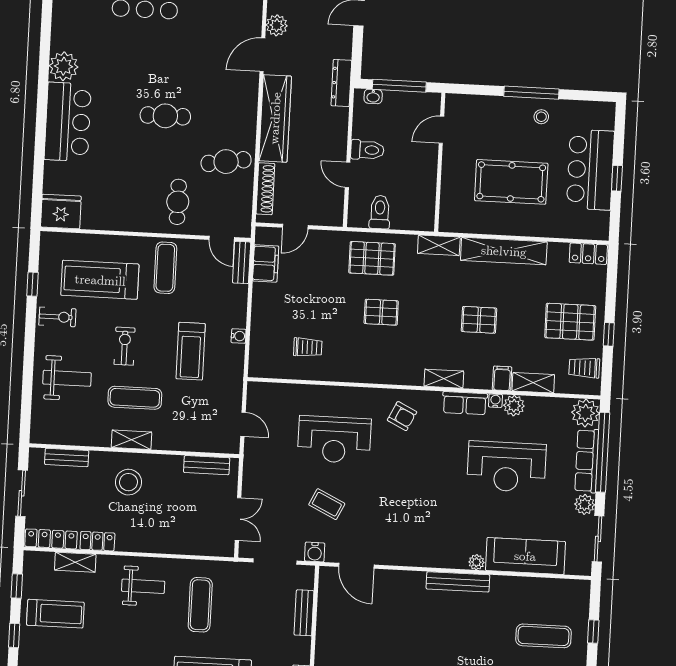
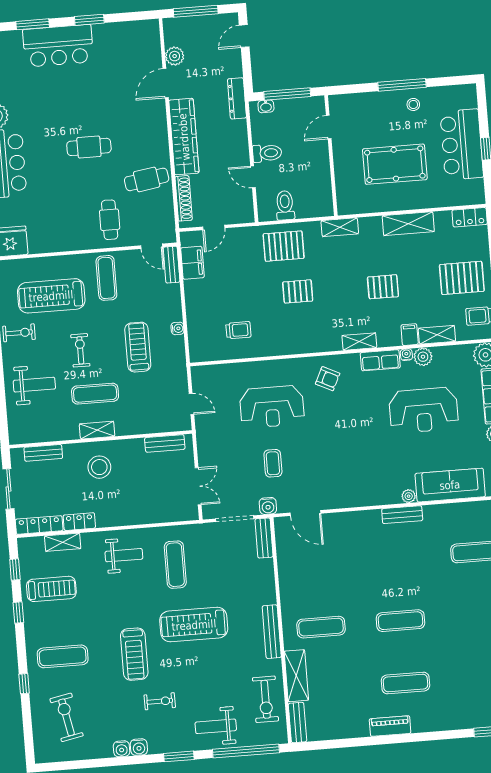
shelving: (504, 251) -> (408, 224), width x0.68
treadmill: (191, 351) -> (138, 347), turned 180
coffee table: (327, 504) -> (273, 463), turned 64
bench: (458, 582) -> (402, 515), width x0.73
bench: (304, 613) -> (264, 538), moved

